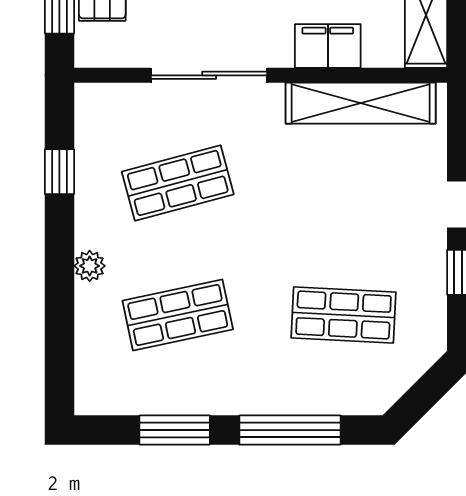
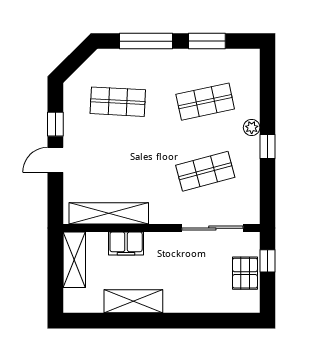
sliding door: (209, 75) -> (212, 228), moved
window: (59, 172) -> (268, 147), moved

